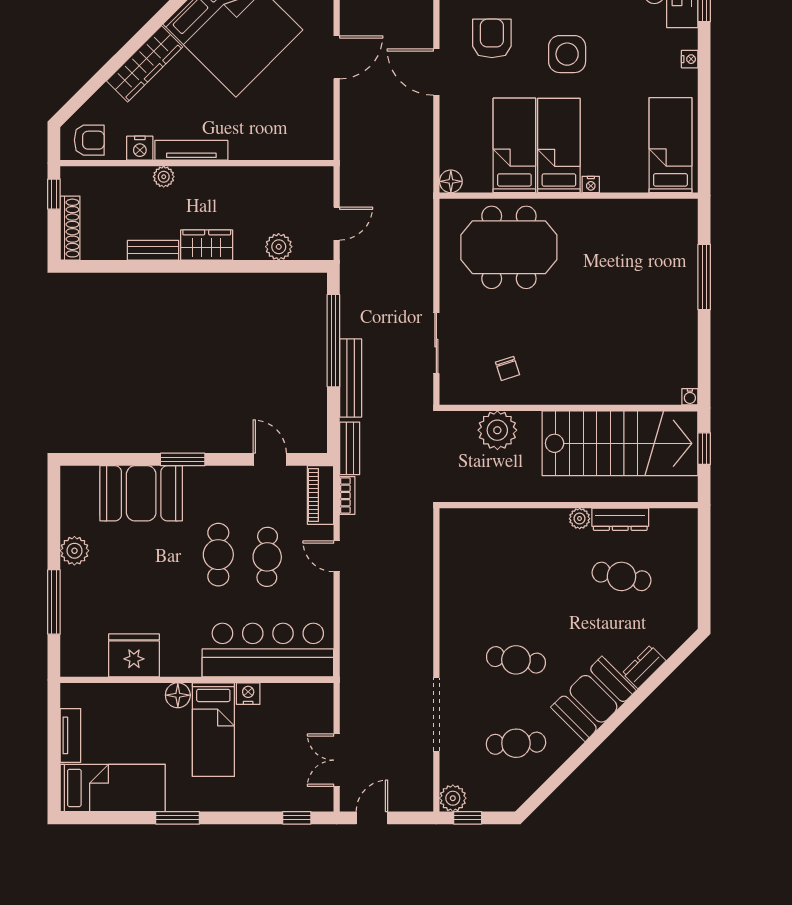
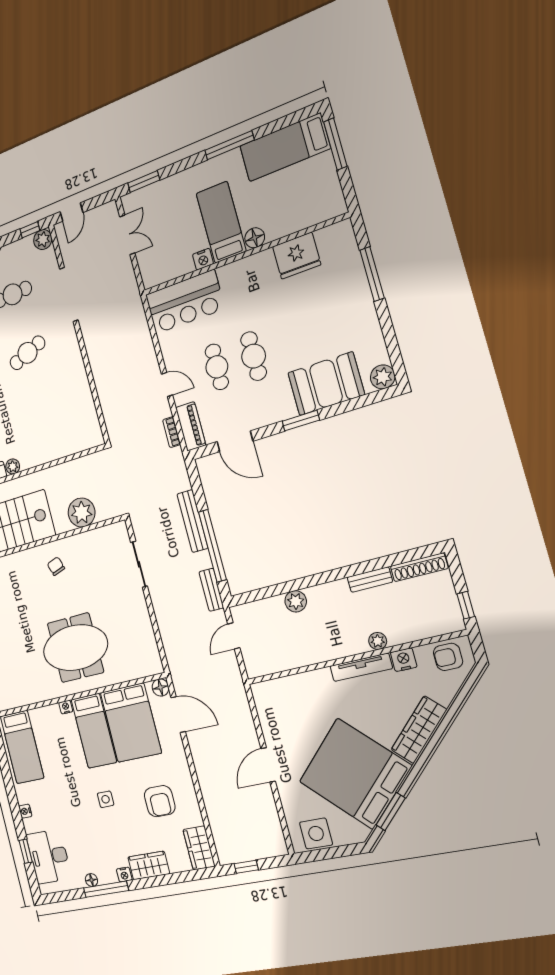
side table: (567, 54) -> (106, 799), width x0.54, depth x0.54
door: (436, 72) -> (178, 715), moved
bed: (514, 145) -> (131, 723), width x1.50
shoe rack: (70, 228) -> (419, 567), moved, turned -90
wardrobe: (207, 245) -> (328, 595), removed
plant: (279, 247) -> (296, 601), moved
meeting table: (509, 247) -> (75, 648), moved
chair: (508, 368) -> (56, 566), moved
bench: (350, 448) -> (211, 590), moved
door: (270, 459) -> (235, 441), width x1.38
plant: (74, 551) -> (383, 377), moved
bar counter: (268, 650) -> (185, 302), width x0.73
cafe table: (516, 660) -> (27, 353), turned -30
tv unit: (70, 735) -> (329, 174), removed
window: (54, 768) -> (335, 144), added
window: (178, 818) -> (229, 145), width x1.44
window: (297, 818) -> (144, 182), width x1.50
door: (372, 818) -> (71, 212), moved

